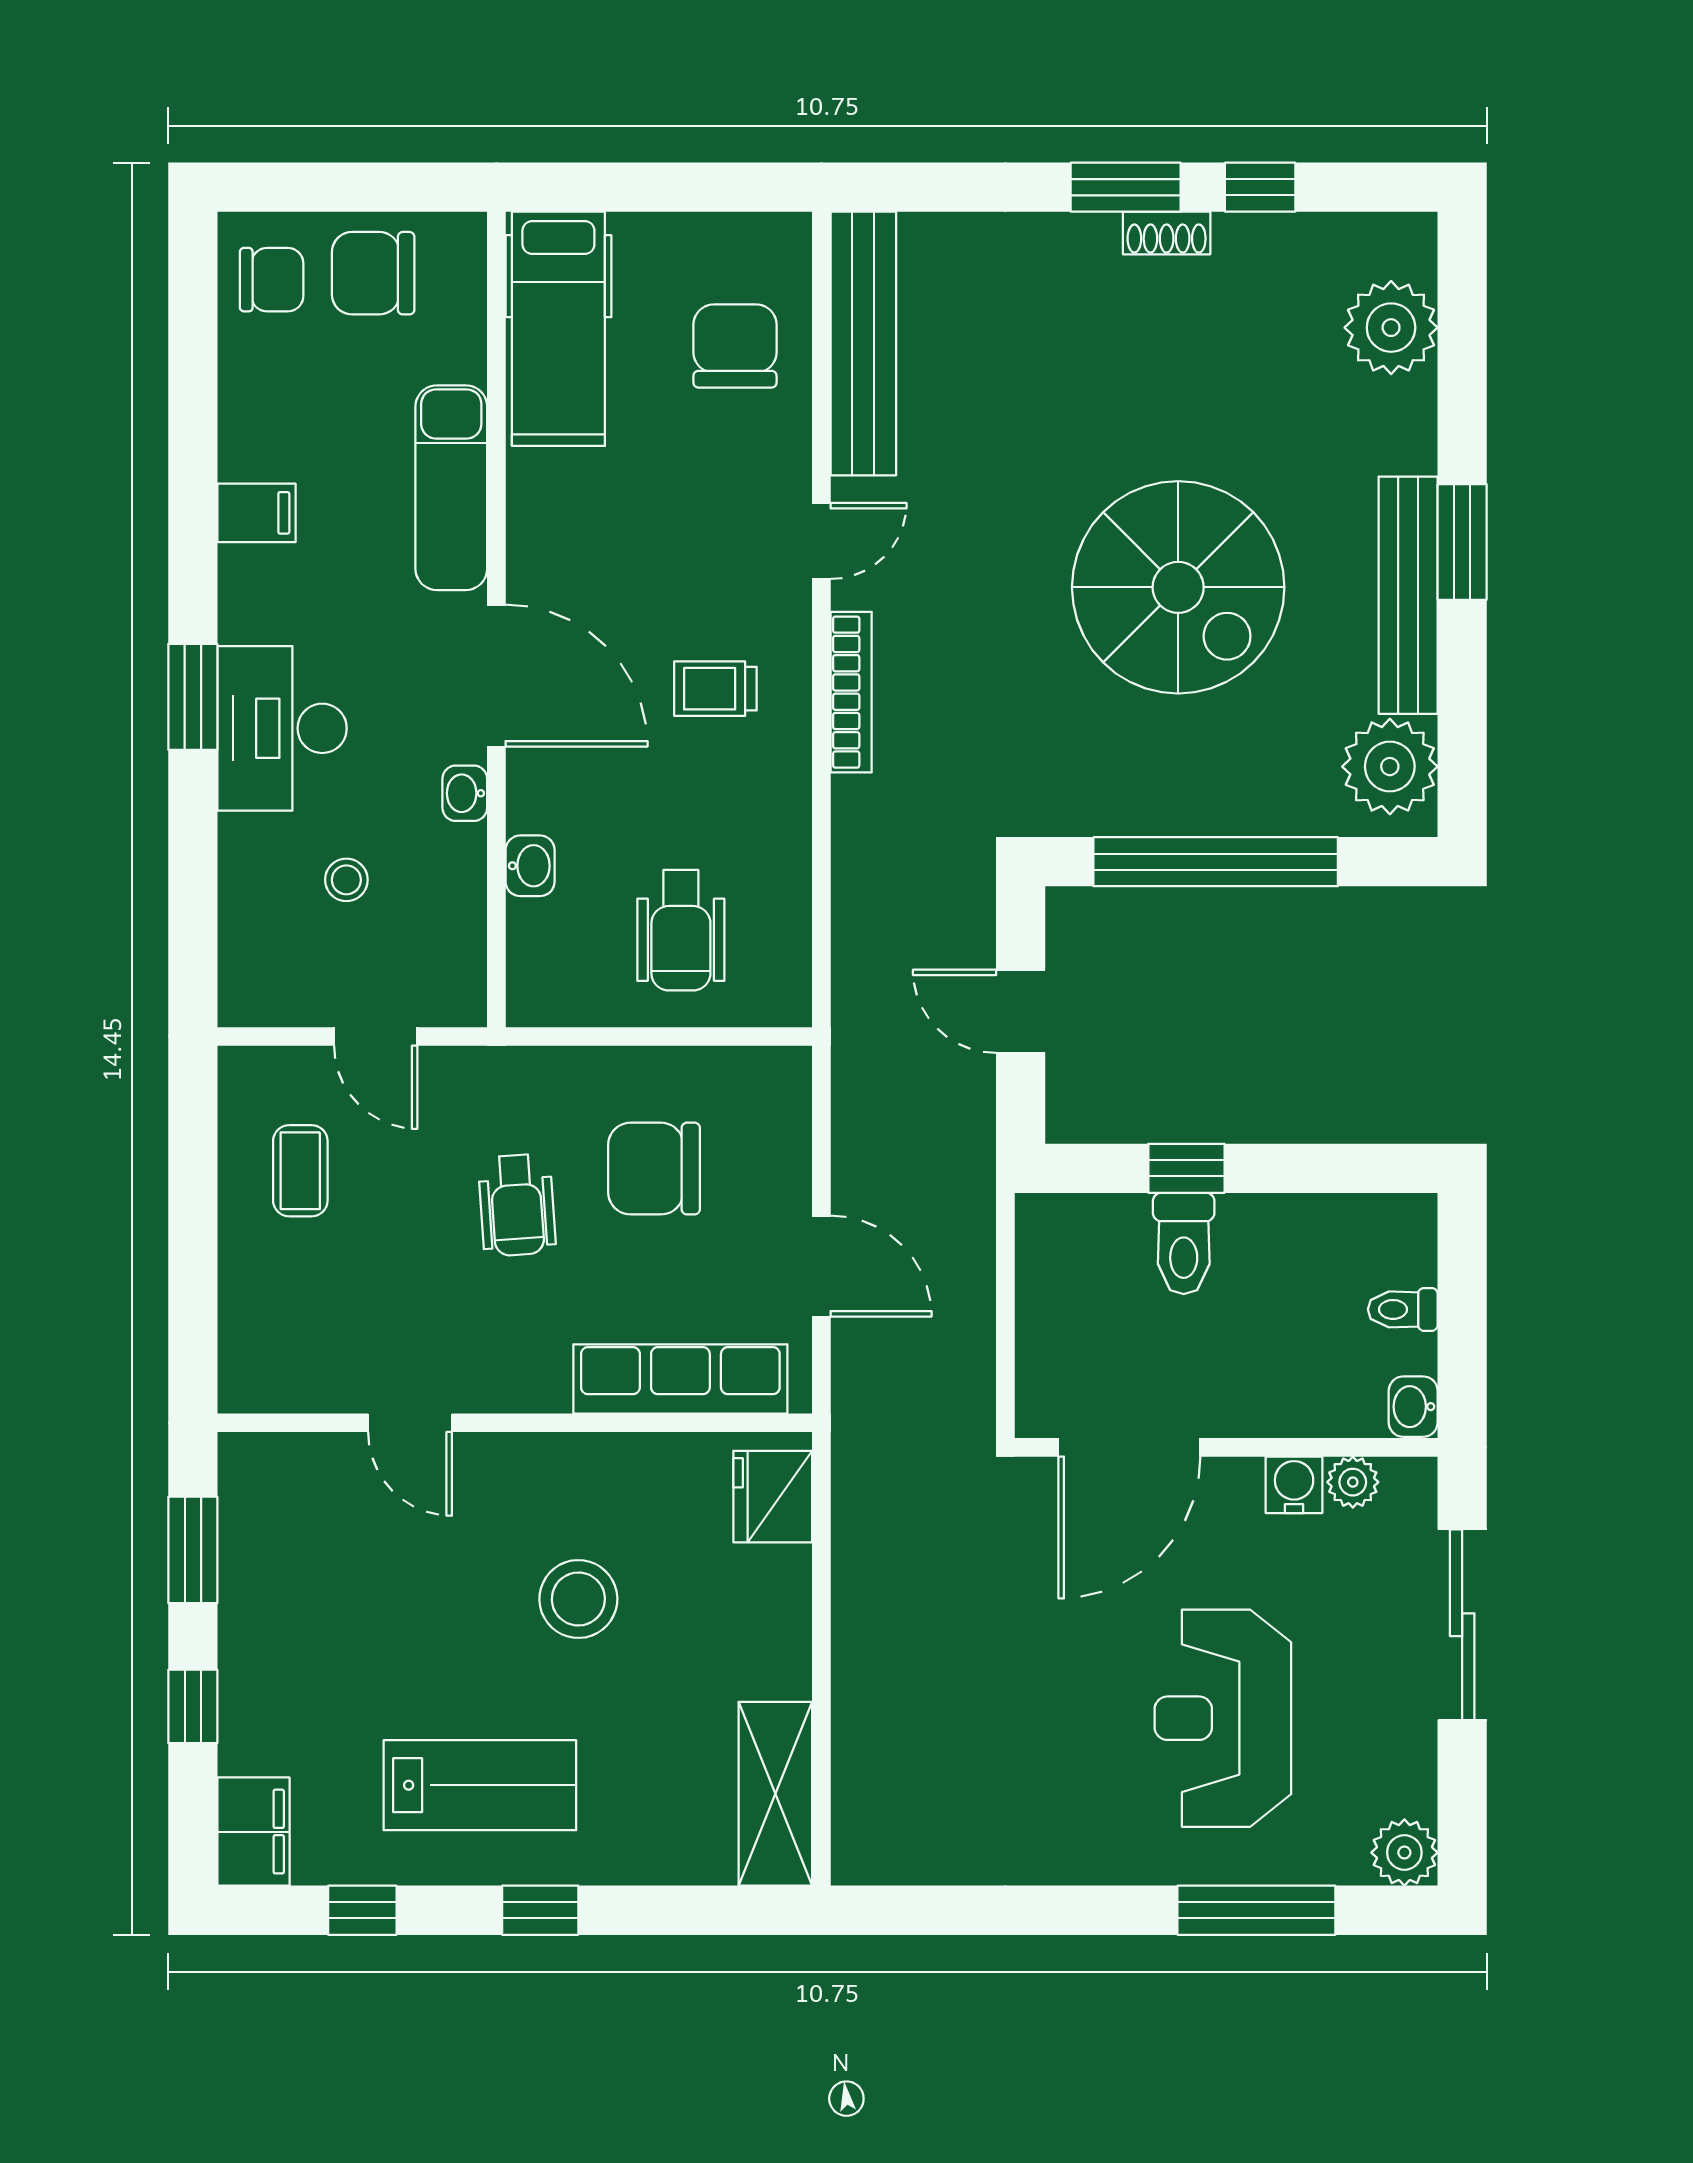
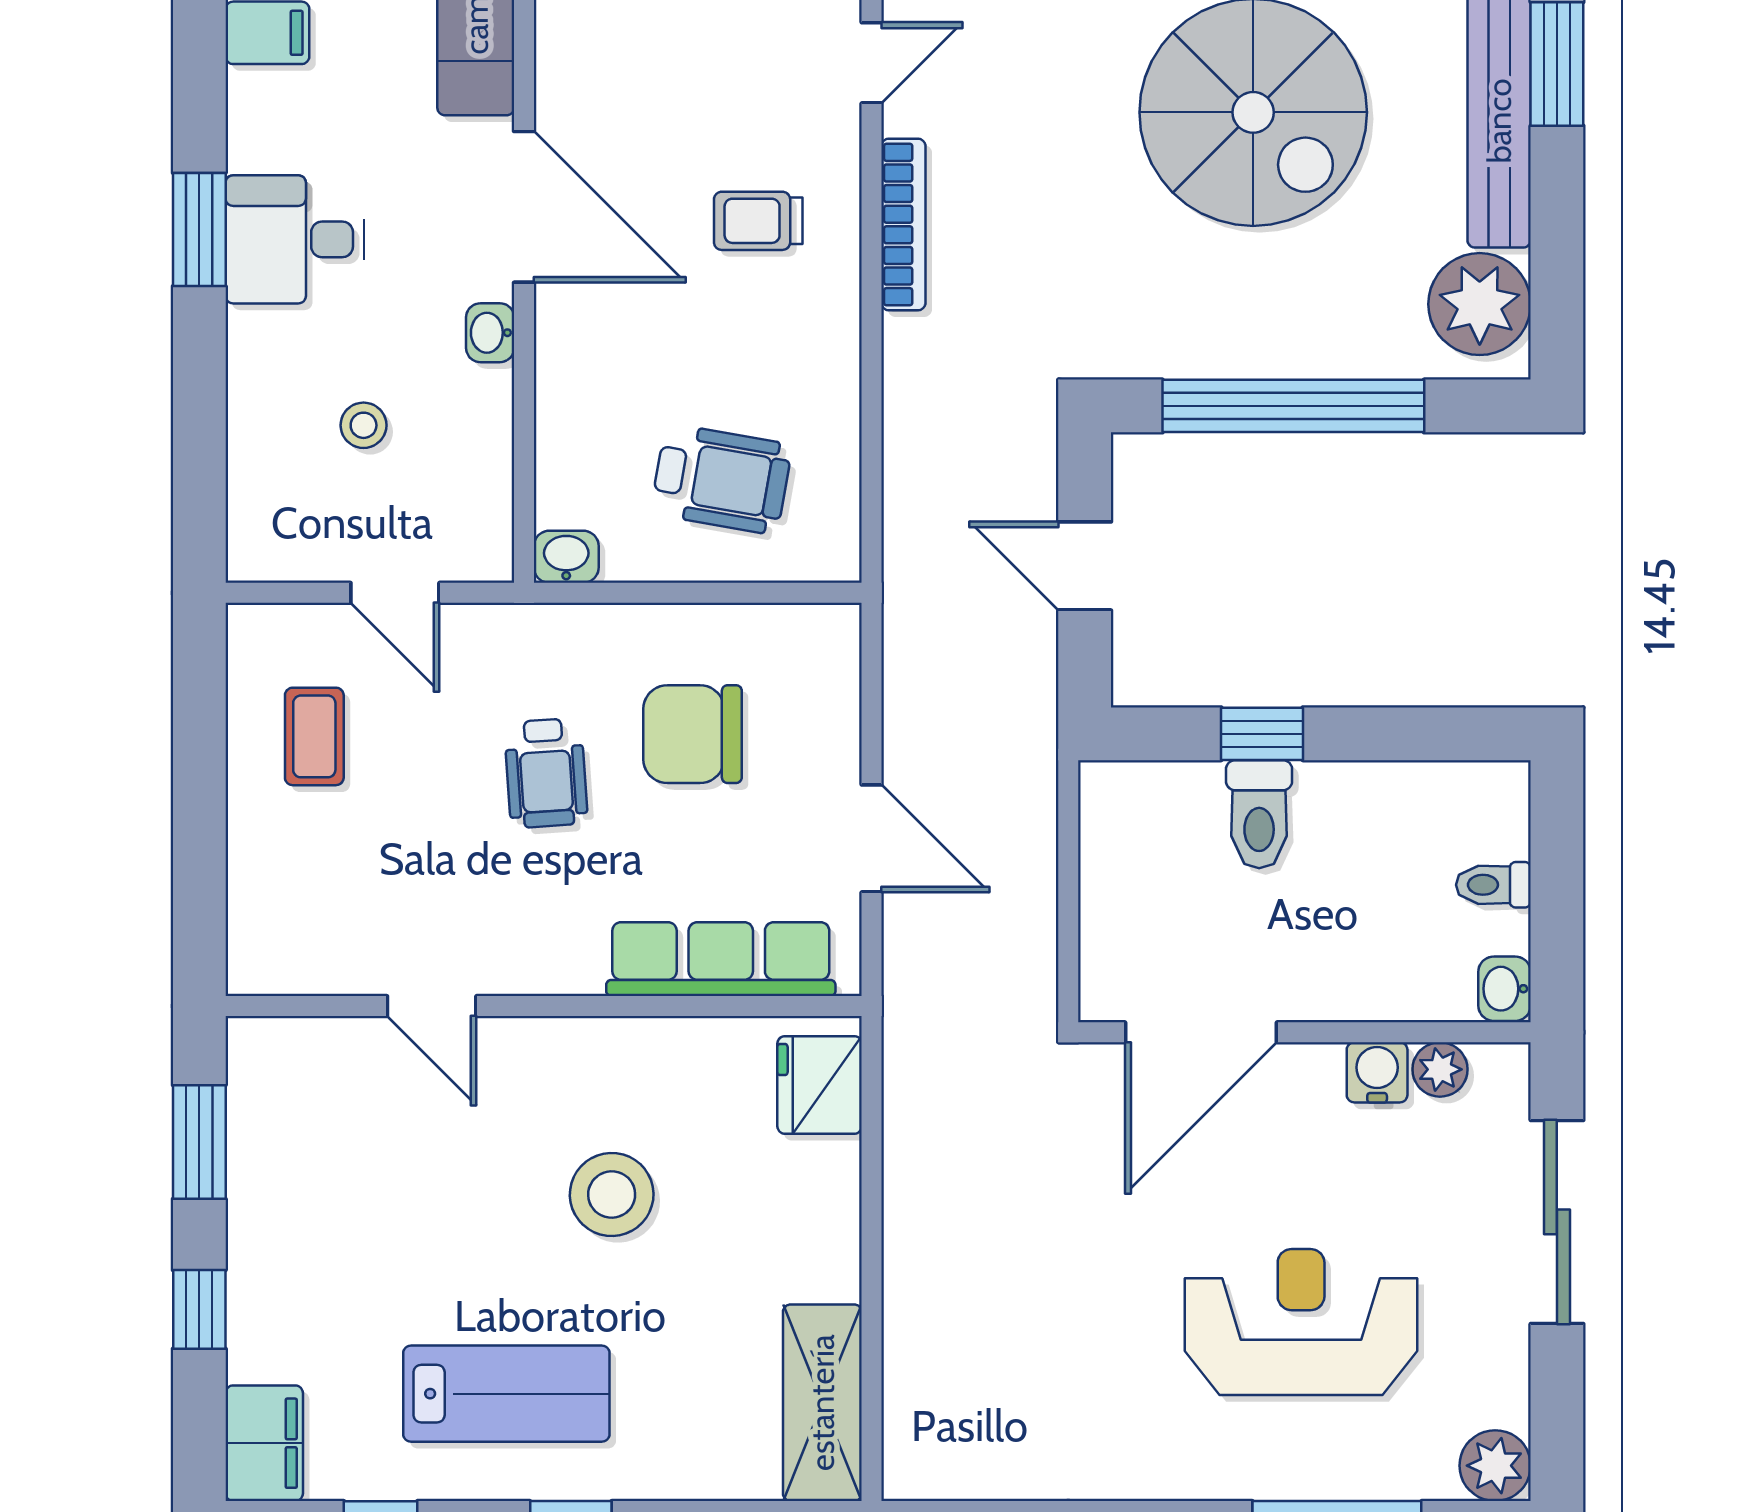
desk: (282, 728) -> (295, 239), width x0.73
washbasin: (530, 866) -> (566, 557), moved, turned -90
wheelchair: (681, 930) -> (721, 479), turned -80
reception desk: (1223, 1718) -> (1301, 1322), turned 90

